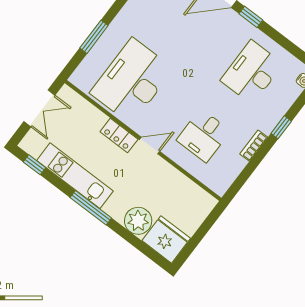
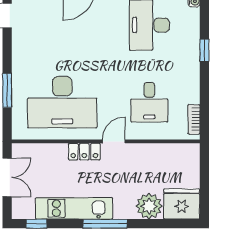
desk: (132, 81) -> (62, 102), turned -90
bookcase: (254, 146) -> (194, 119), moved

